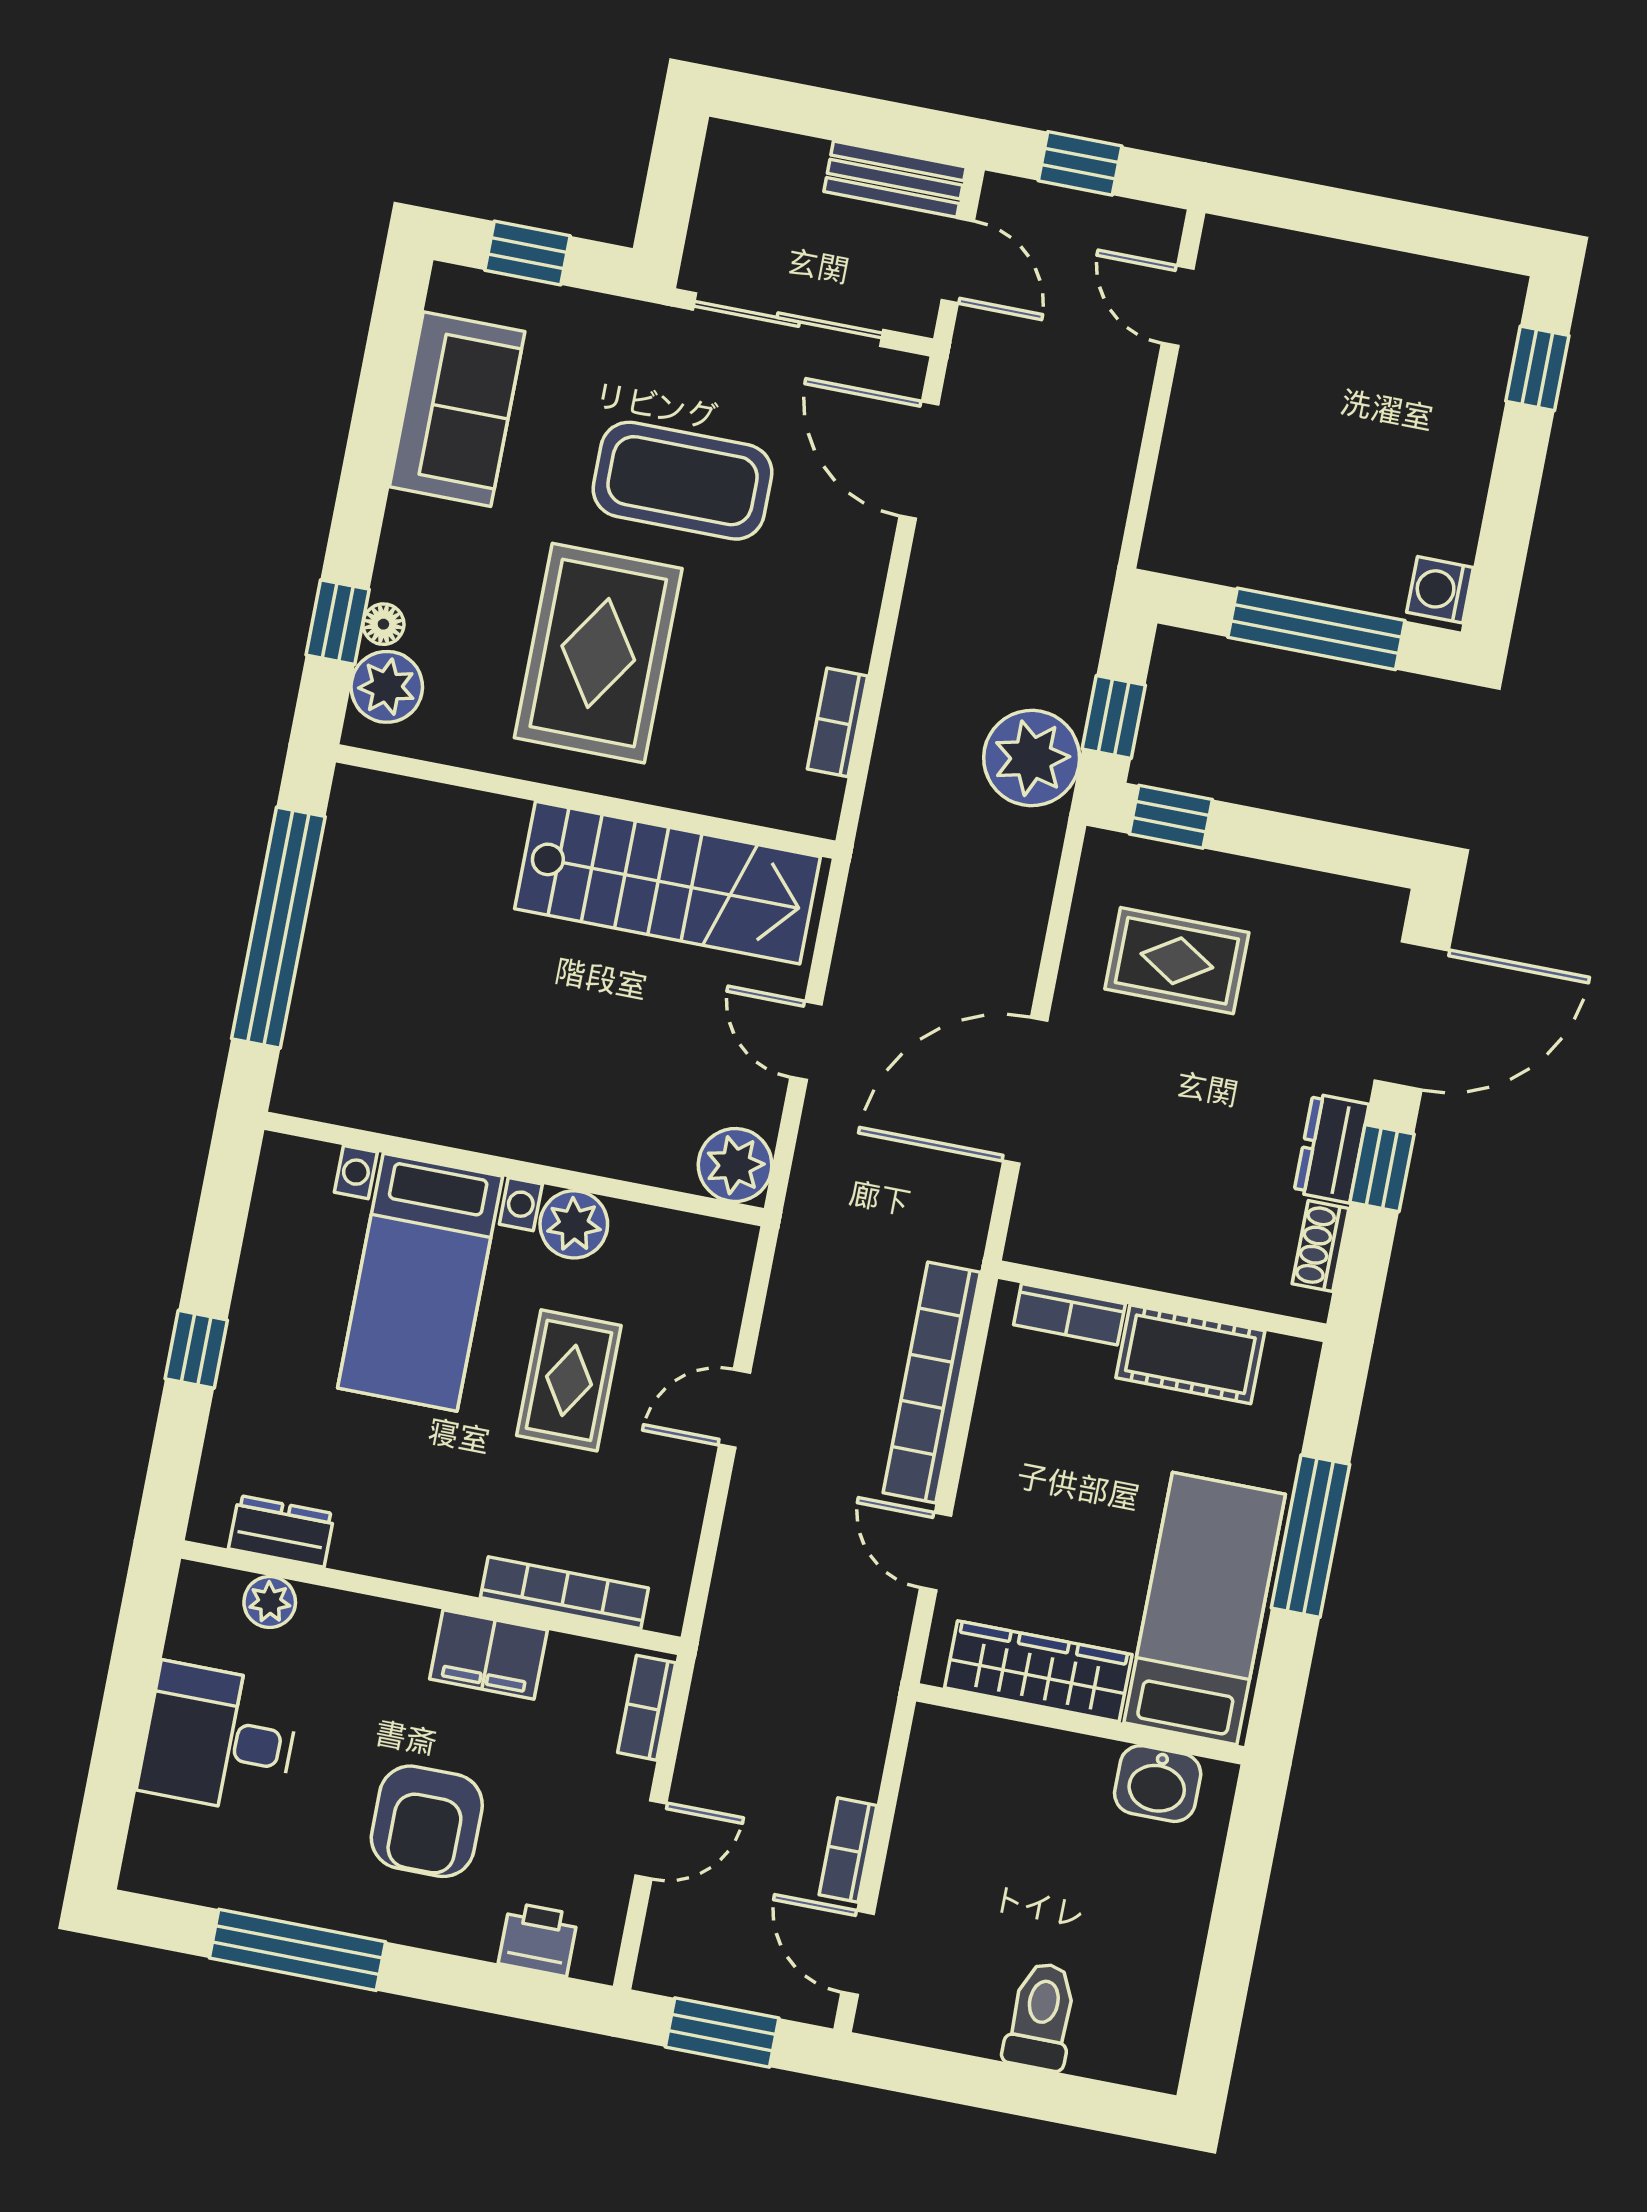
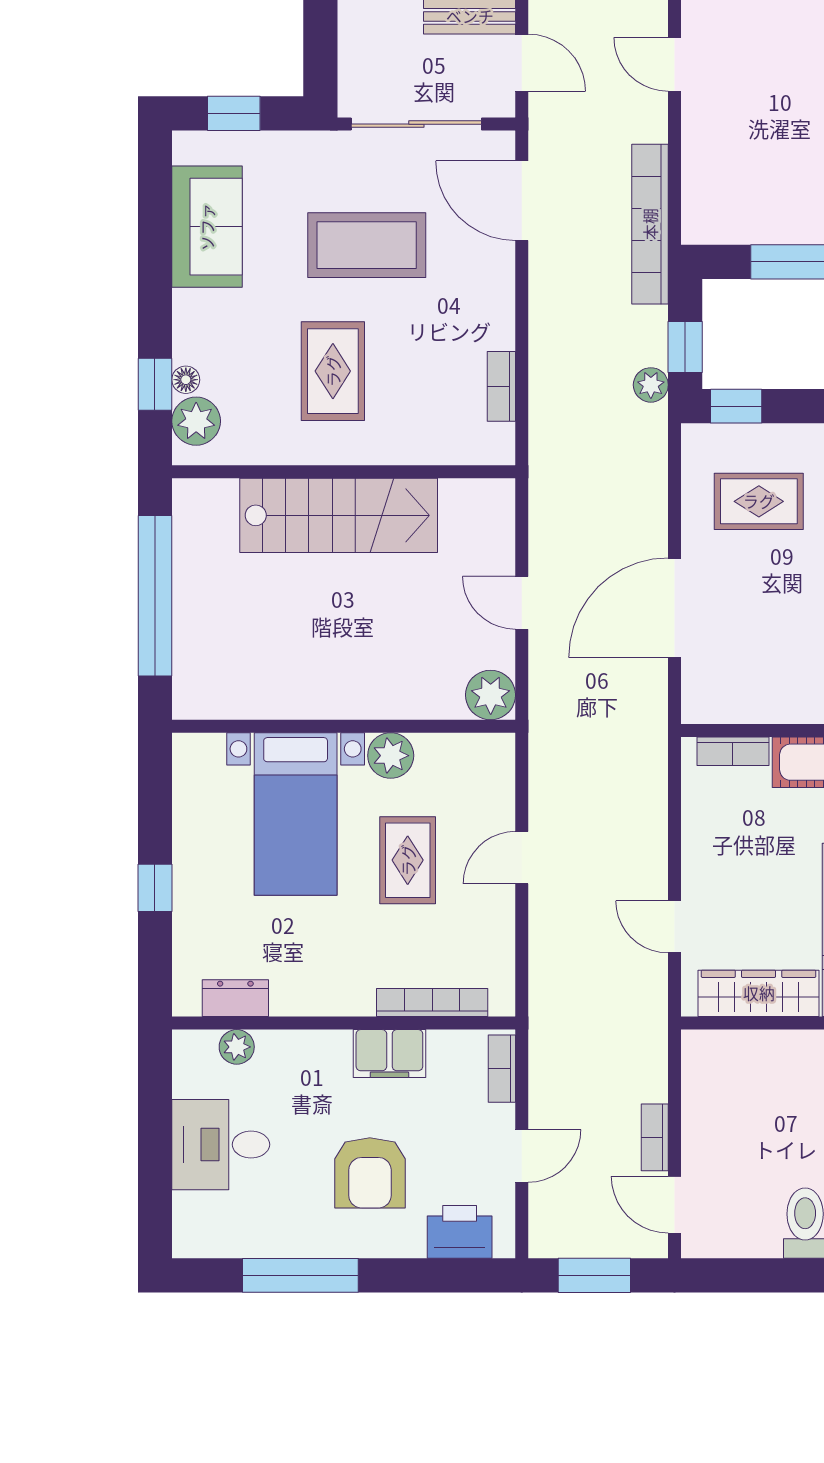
rug: (598, 653) -> (333, 371), width x0.73, depth x0.70
plant: (1032, 758) -> (651, 385), width x0.53, depth x0.53
stairs: (668, 883) -> (339, 515), moved
bookcase: (932, 1382) -> (650, 224), moved
printer: (538, 1939) -> (460, 1232), width x1.36, depth x1.24

